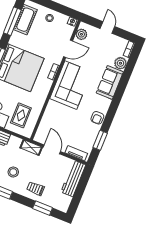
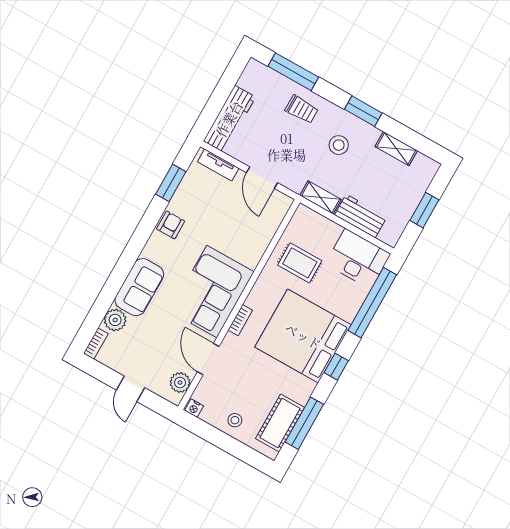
door: (68, 49) -> (208, 359), hinge flipped
rug: (21, 115) -> (300, 263), moved, turned 90
shelving: (31, 148) -> (321, 197), moved
window: (43, 208) -> (293, 72), width x1.44

